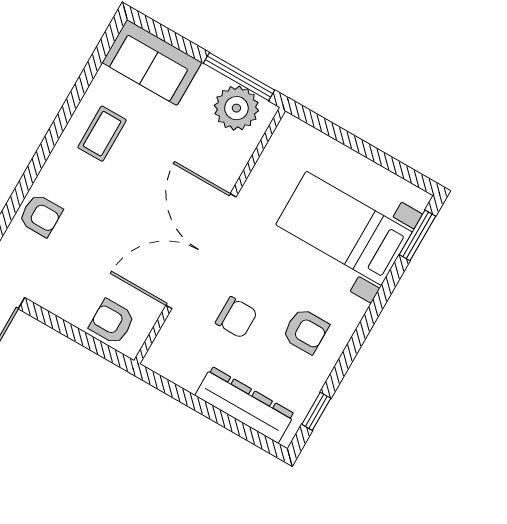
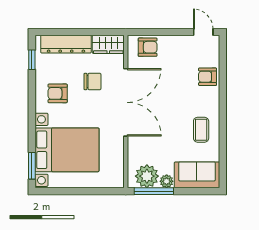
plant: (209, 81) -> (167, 181), added
bed with nightstands: (344, 228) -> (67, 150), width x1.36
chair: (236, 317) -> (92, 81), turned 180
wardrobe: (175, 364) -> (108, 44), added

